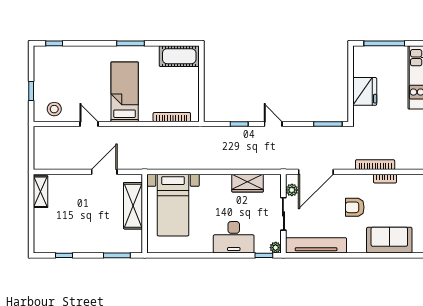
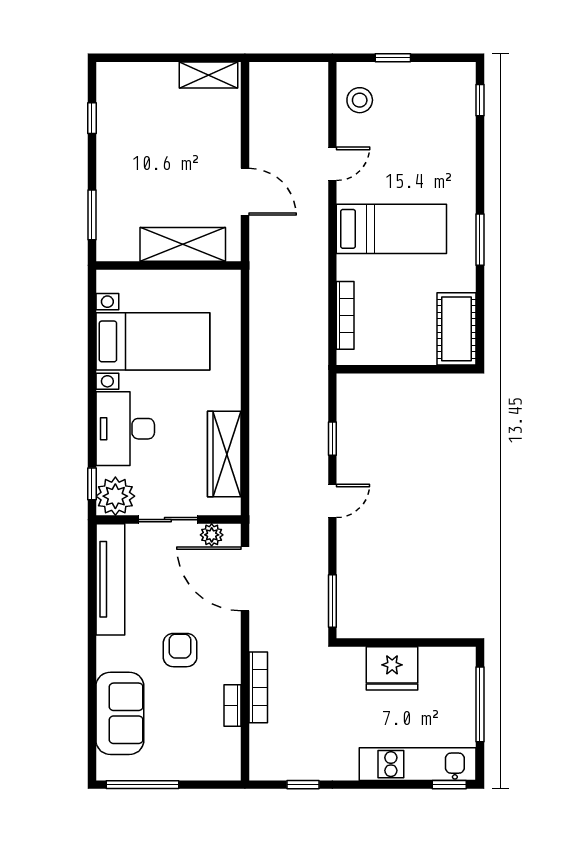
wardrobe: (248, 183) -> (224, 454), width x1.50
bed with nightstands: (173, 205) -> (153, 341), moved, turned 180
plant: (276, 248) -> (115, 496), width x1.88, depth x1.88

